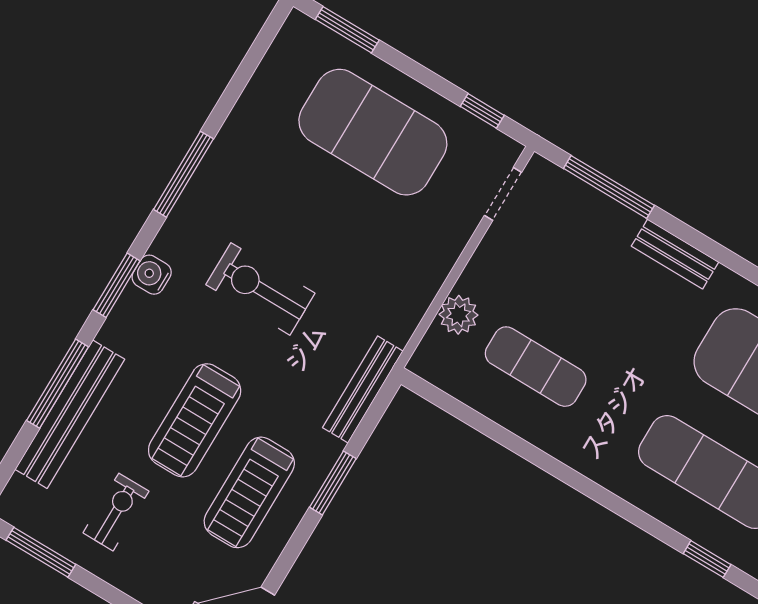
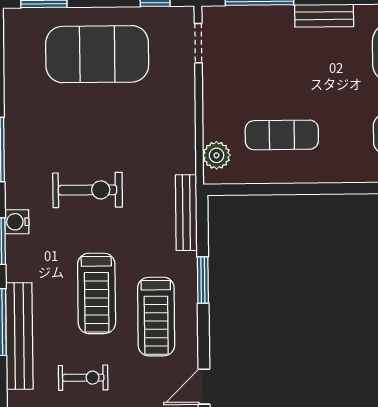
exercise bike: (260, 289) -> (88, 190), turned 180
plant: (458, 315) -> (216, 155), moved
exercise bike: (116, 512) -> (83, 378), turned 90

